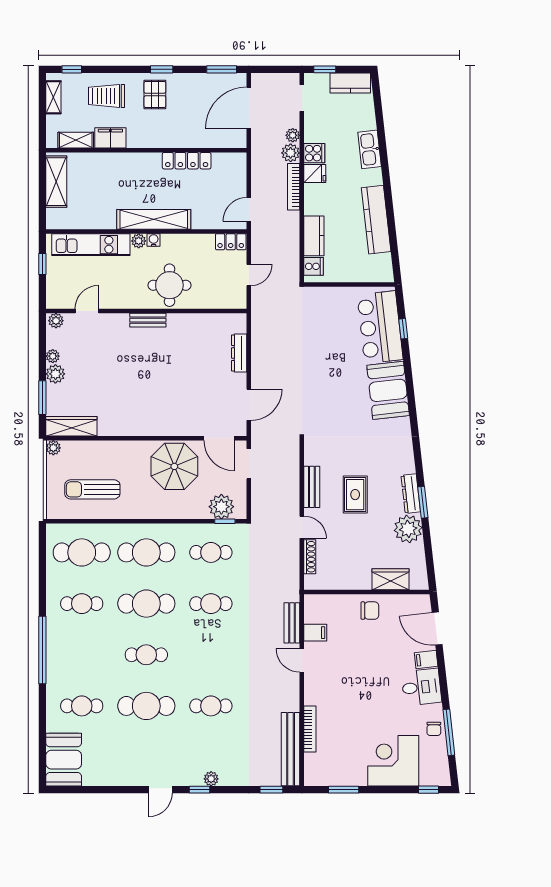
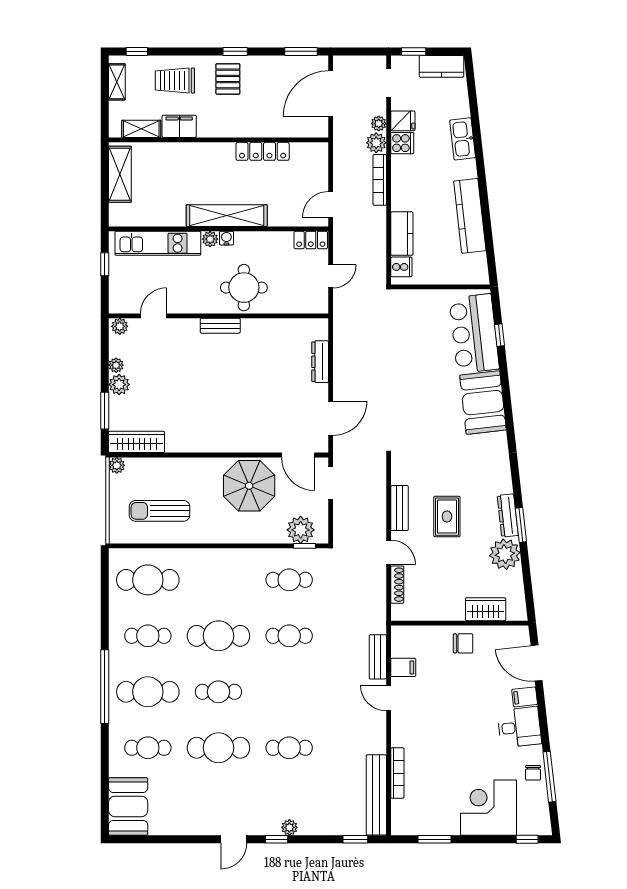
fridge: (315, 174) -> (403, 121), moved
cafe table: (146, 552) -> (148, 692), moved

